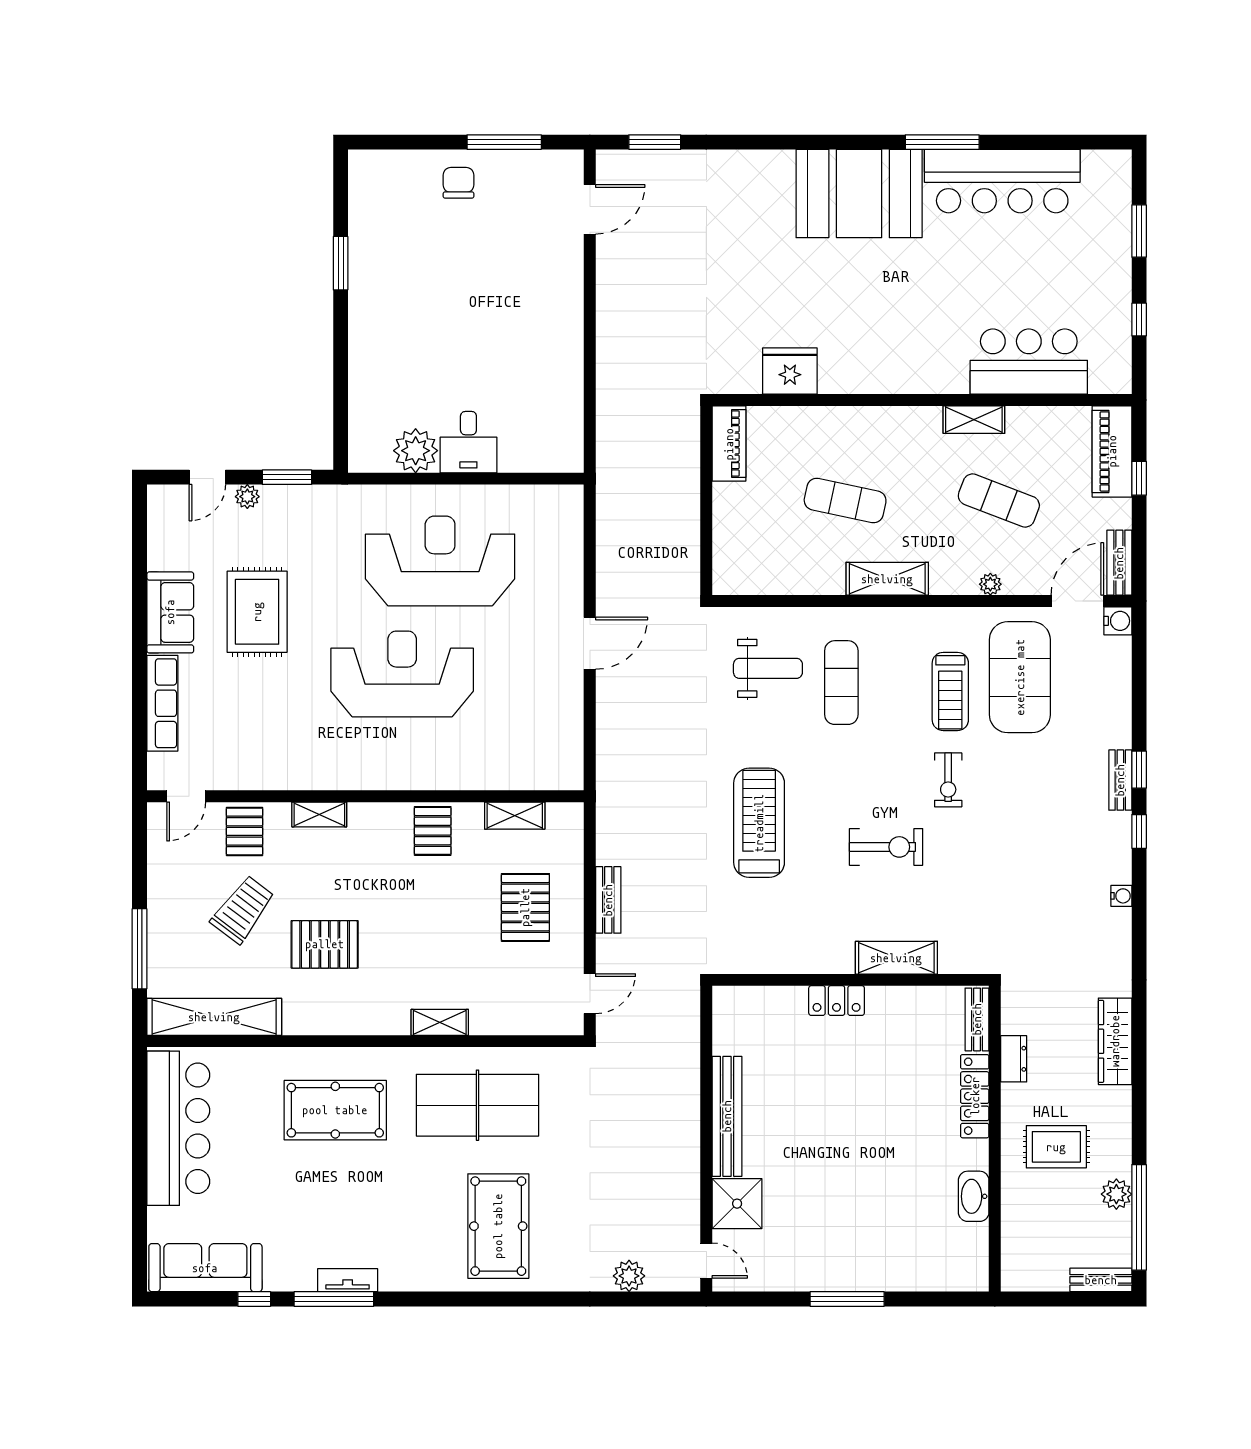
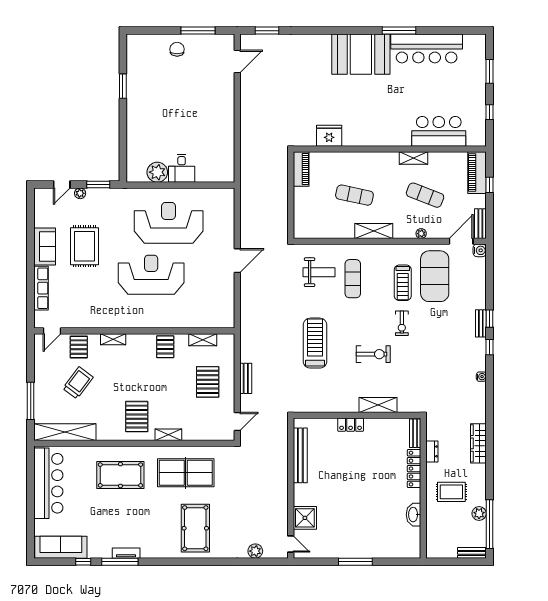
pallet: (325, 944) -> (137, 417), moved, turned 90
bench: (727, 1116) -> (300, 455), moved

